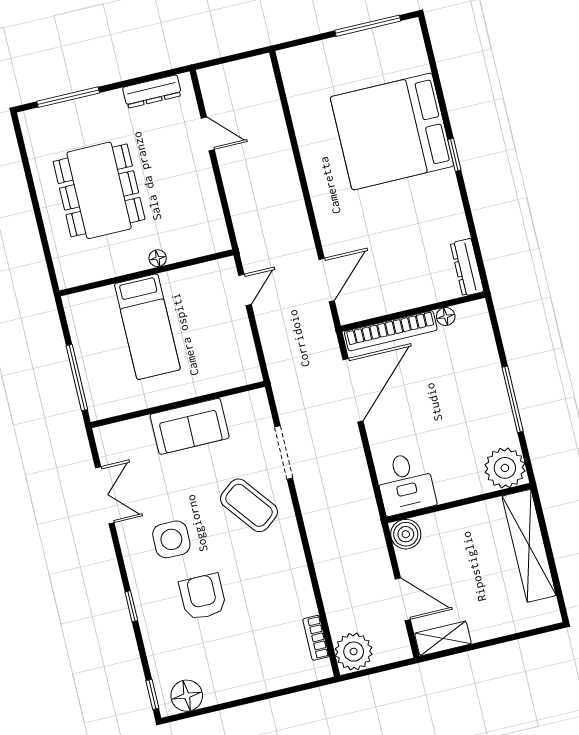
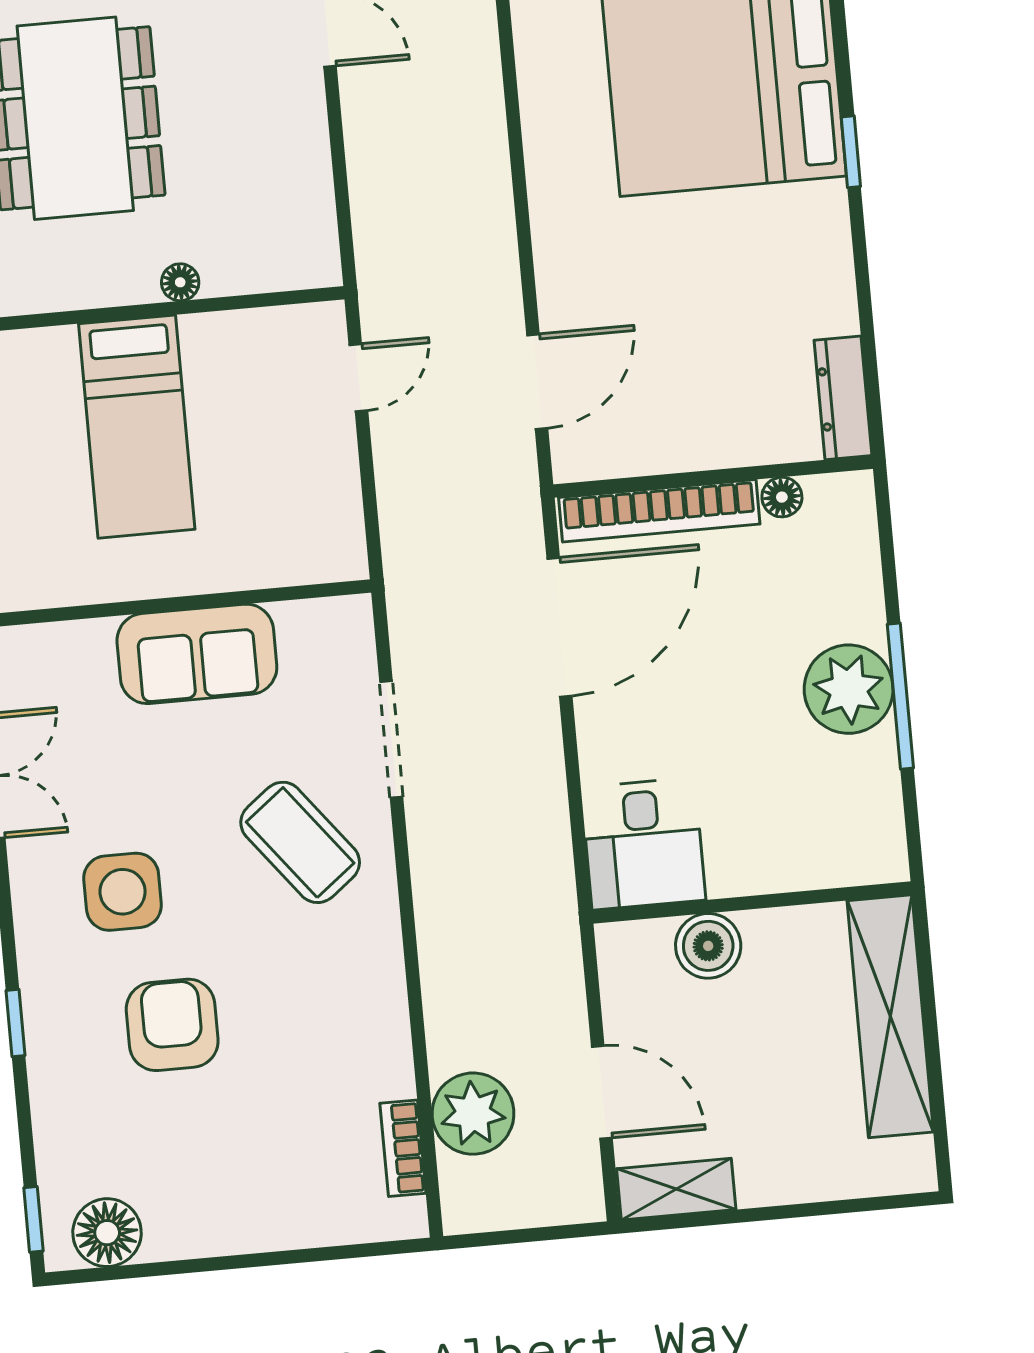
plant: (505, 468) -> (849, 689), moved
boiler: (406, 534) -> (708, 946), moved
plant: (354, 652) -> (473, 1114), moved

